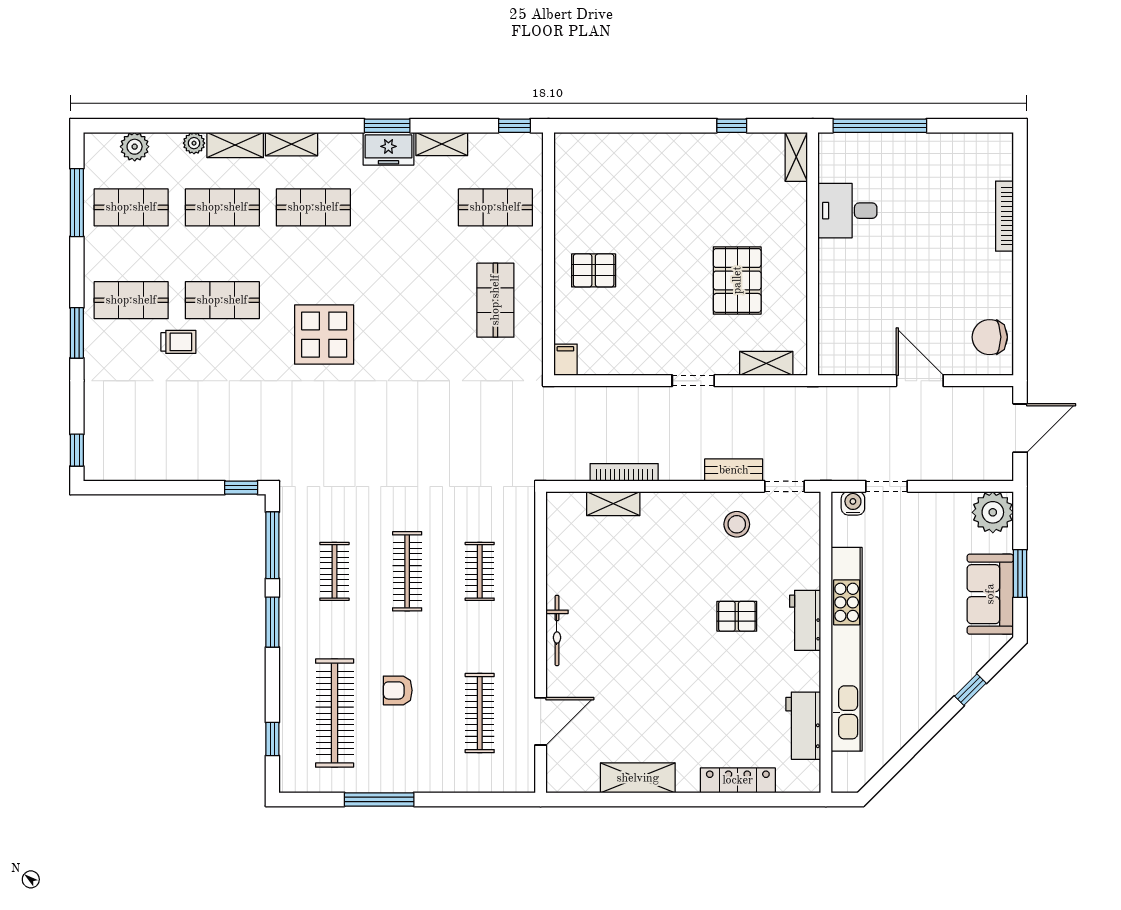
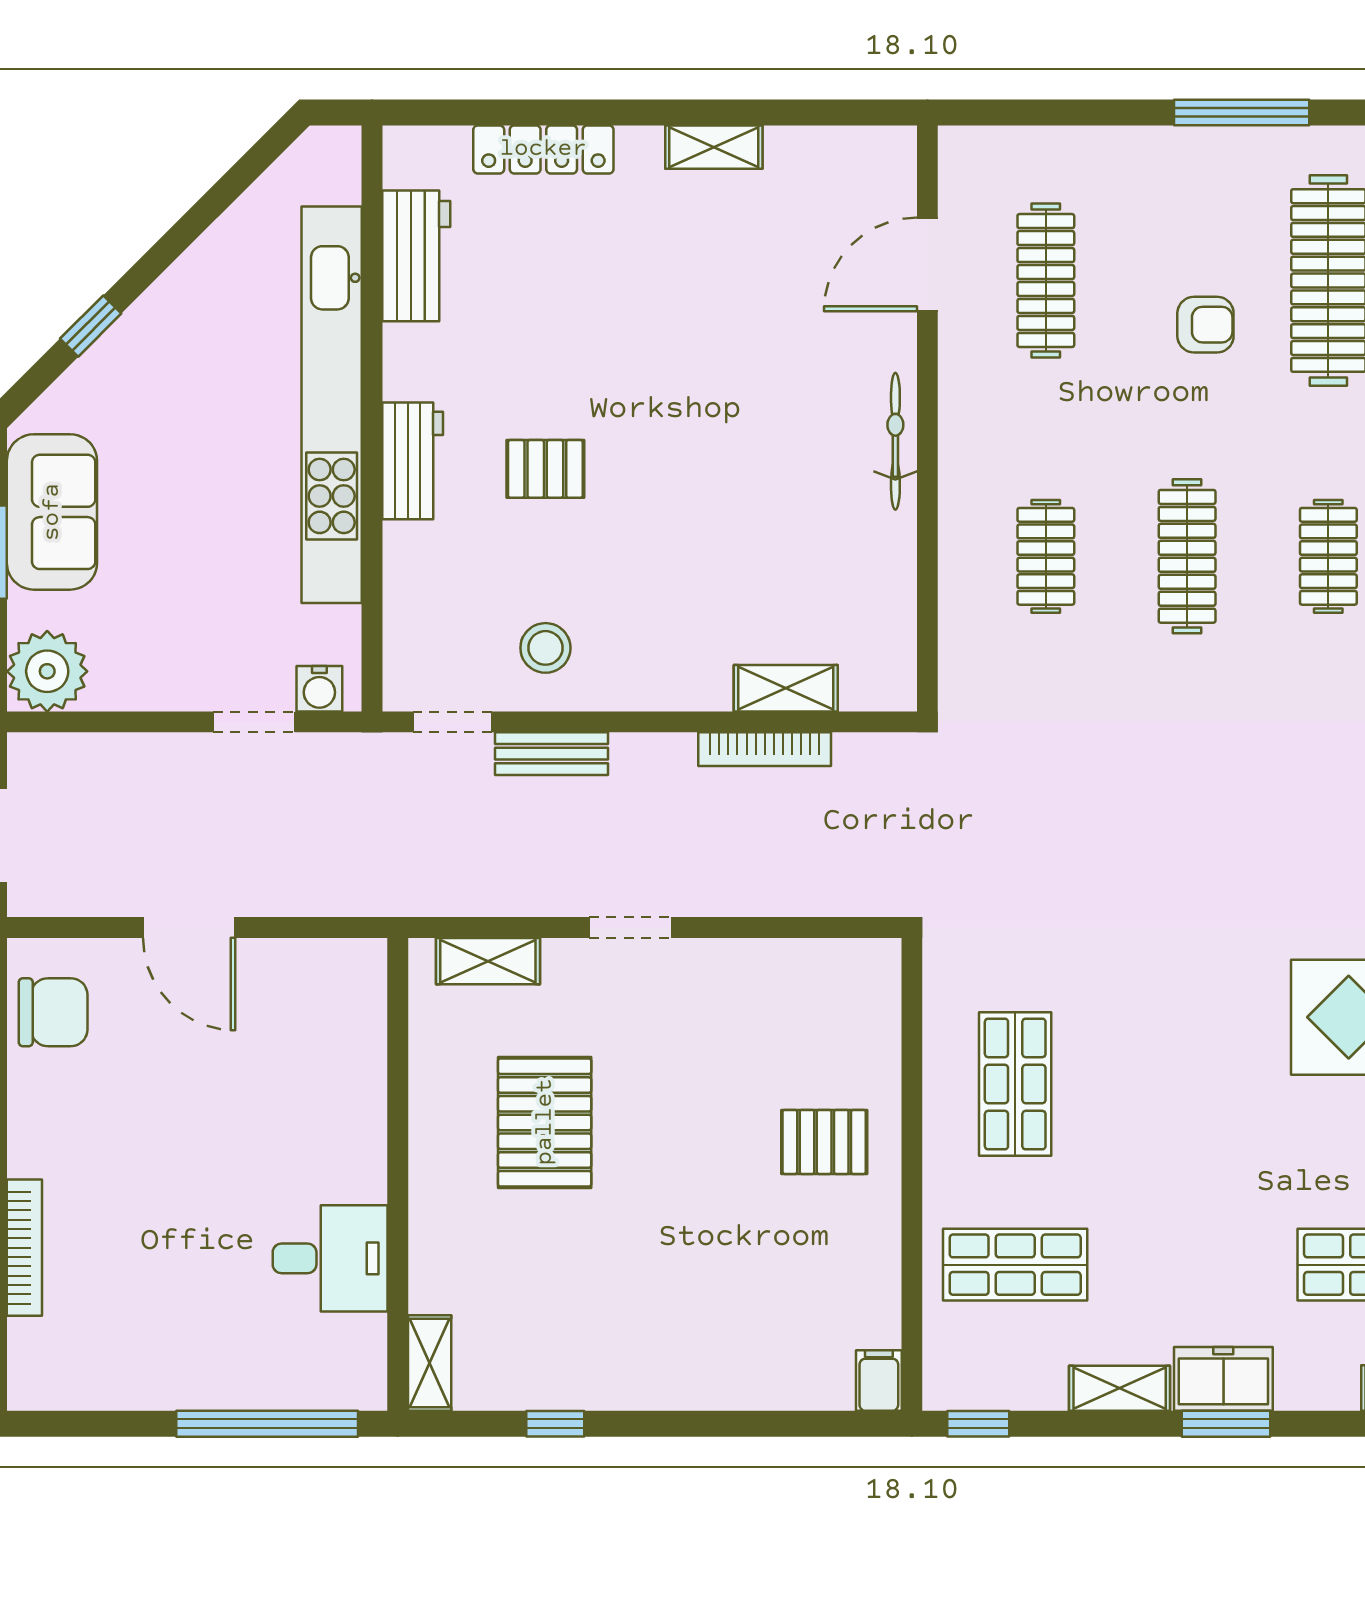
filing cabinet: (565, 360) -> (879, 1380), moved, turned 180
shelving: (638, 778) -> (714, 147), width x0.67, depth x0.75

